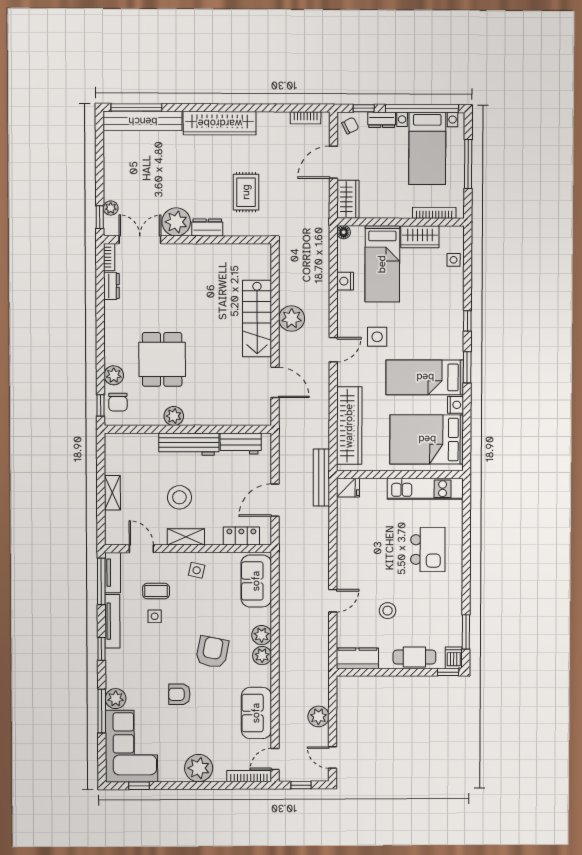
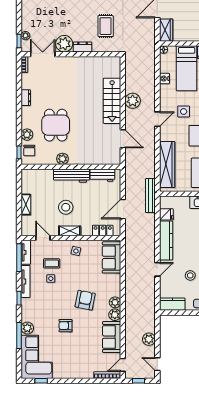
dresser: (111, 286) -> (26, 98), moved
fridge: (348, 488) -> (166, 214), moved
kitchen counter: (347, 553) -> (166, 240), added
plant: (262, 635) -> (115, 315), moved
plant: (199, 768) -> (77, 370), removed

